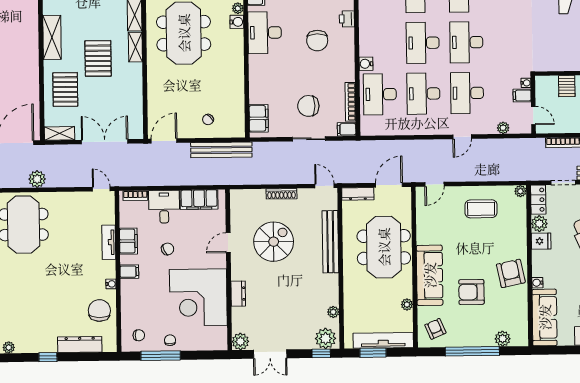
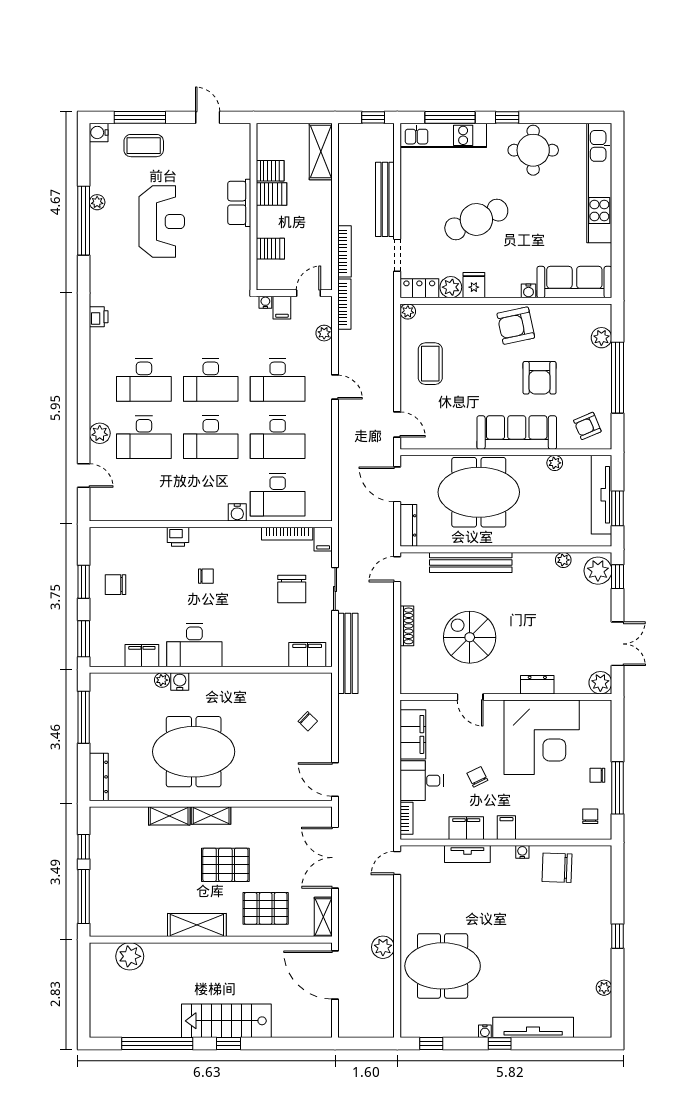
chair: (317, 41) -> (206, 576), width x0.54, depth x0.54
bookcase: (525, 143) -> (344, 304), added
bench: (221, 150) -> (348, 653), moved
dresser: (80, 344) -> (601, 894), removed

